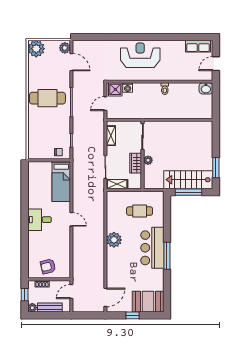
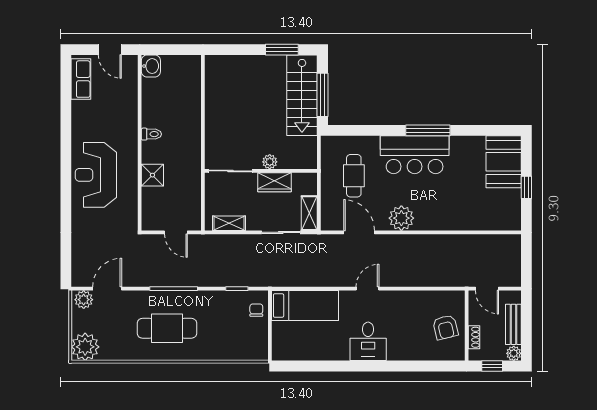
washing machine: (128, 88) -> (149, 195), removed
shower: (115, 89) -> (152, 175), moved
cafe table: (47, 98) -> (167, 328), turned 90
door: (105, 297) -> (359, 232), moved

